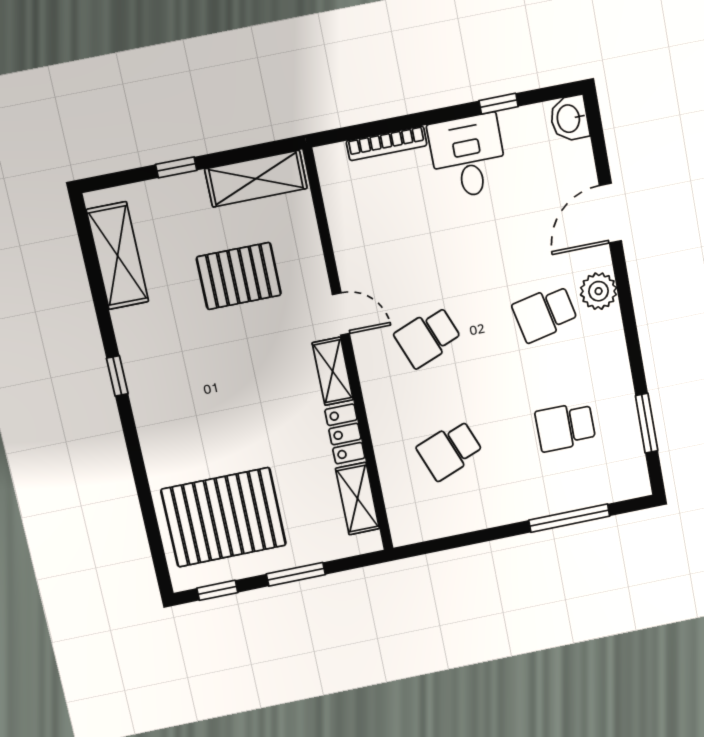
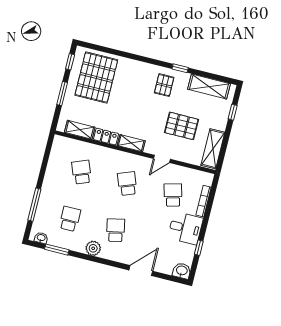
window: (176, 167) -> (233, 112), moved
door: (610, 213) -> (141, 271), hinge flipped
school desk: (405, 221) -> (173, 195), added
pallet: (239, 276) -> (182, 126), turned 90
plant: (599, 291) -> (93, 248), moved
door: (341, 314) -> (162, 159), moved
pallet: (166, 359) -> (164, 85), added
window: (117, 376) -> (180, 68), moved
washbasin: (636, 469) -> (41, 238), added

